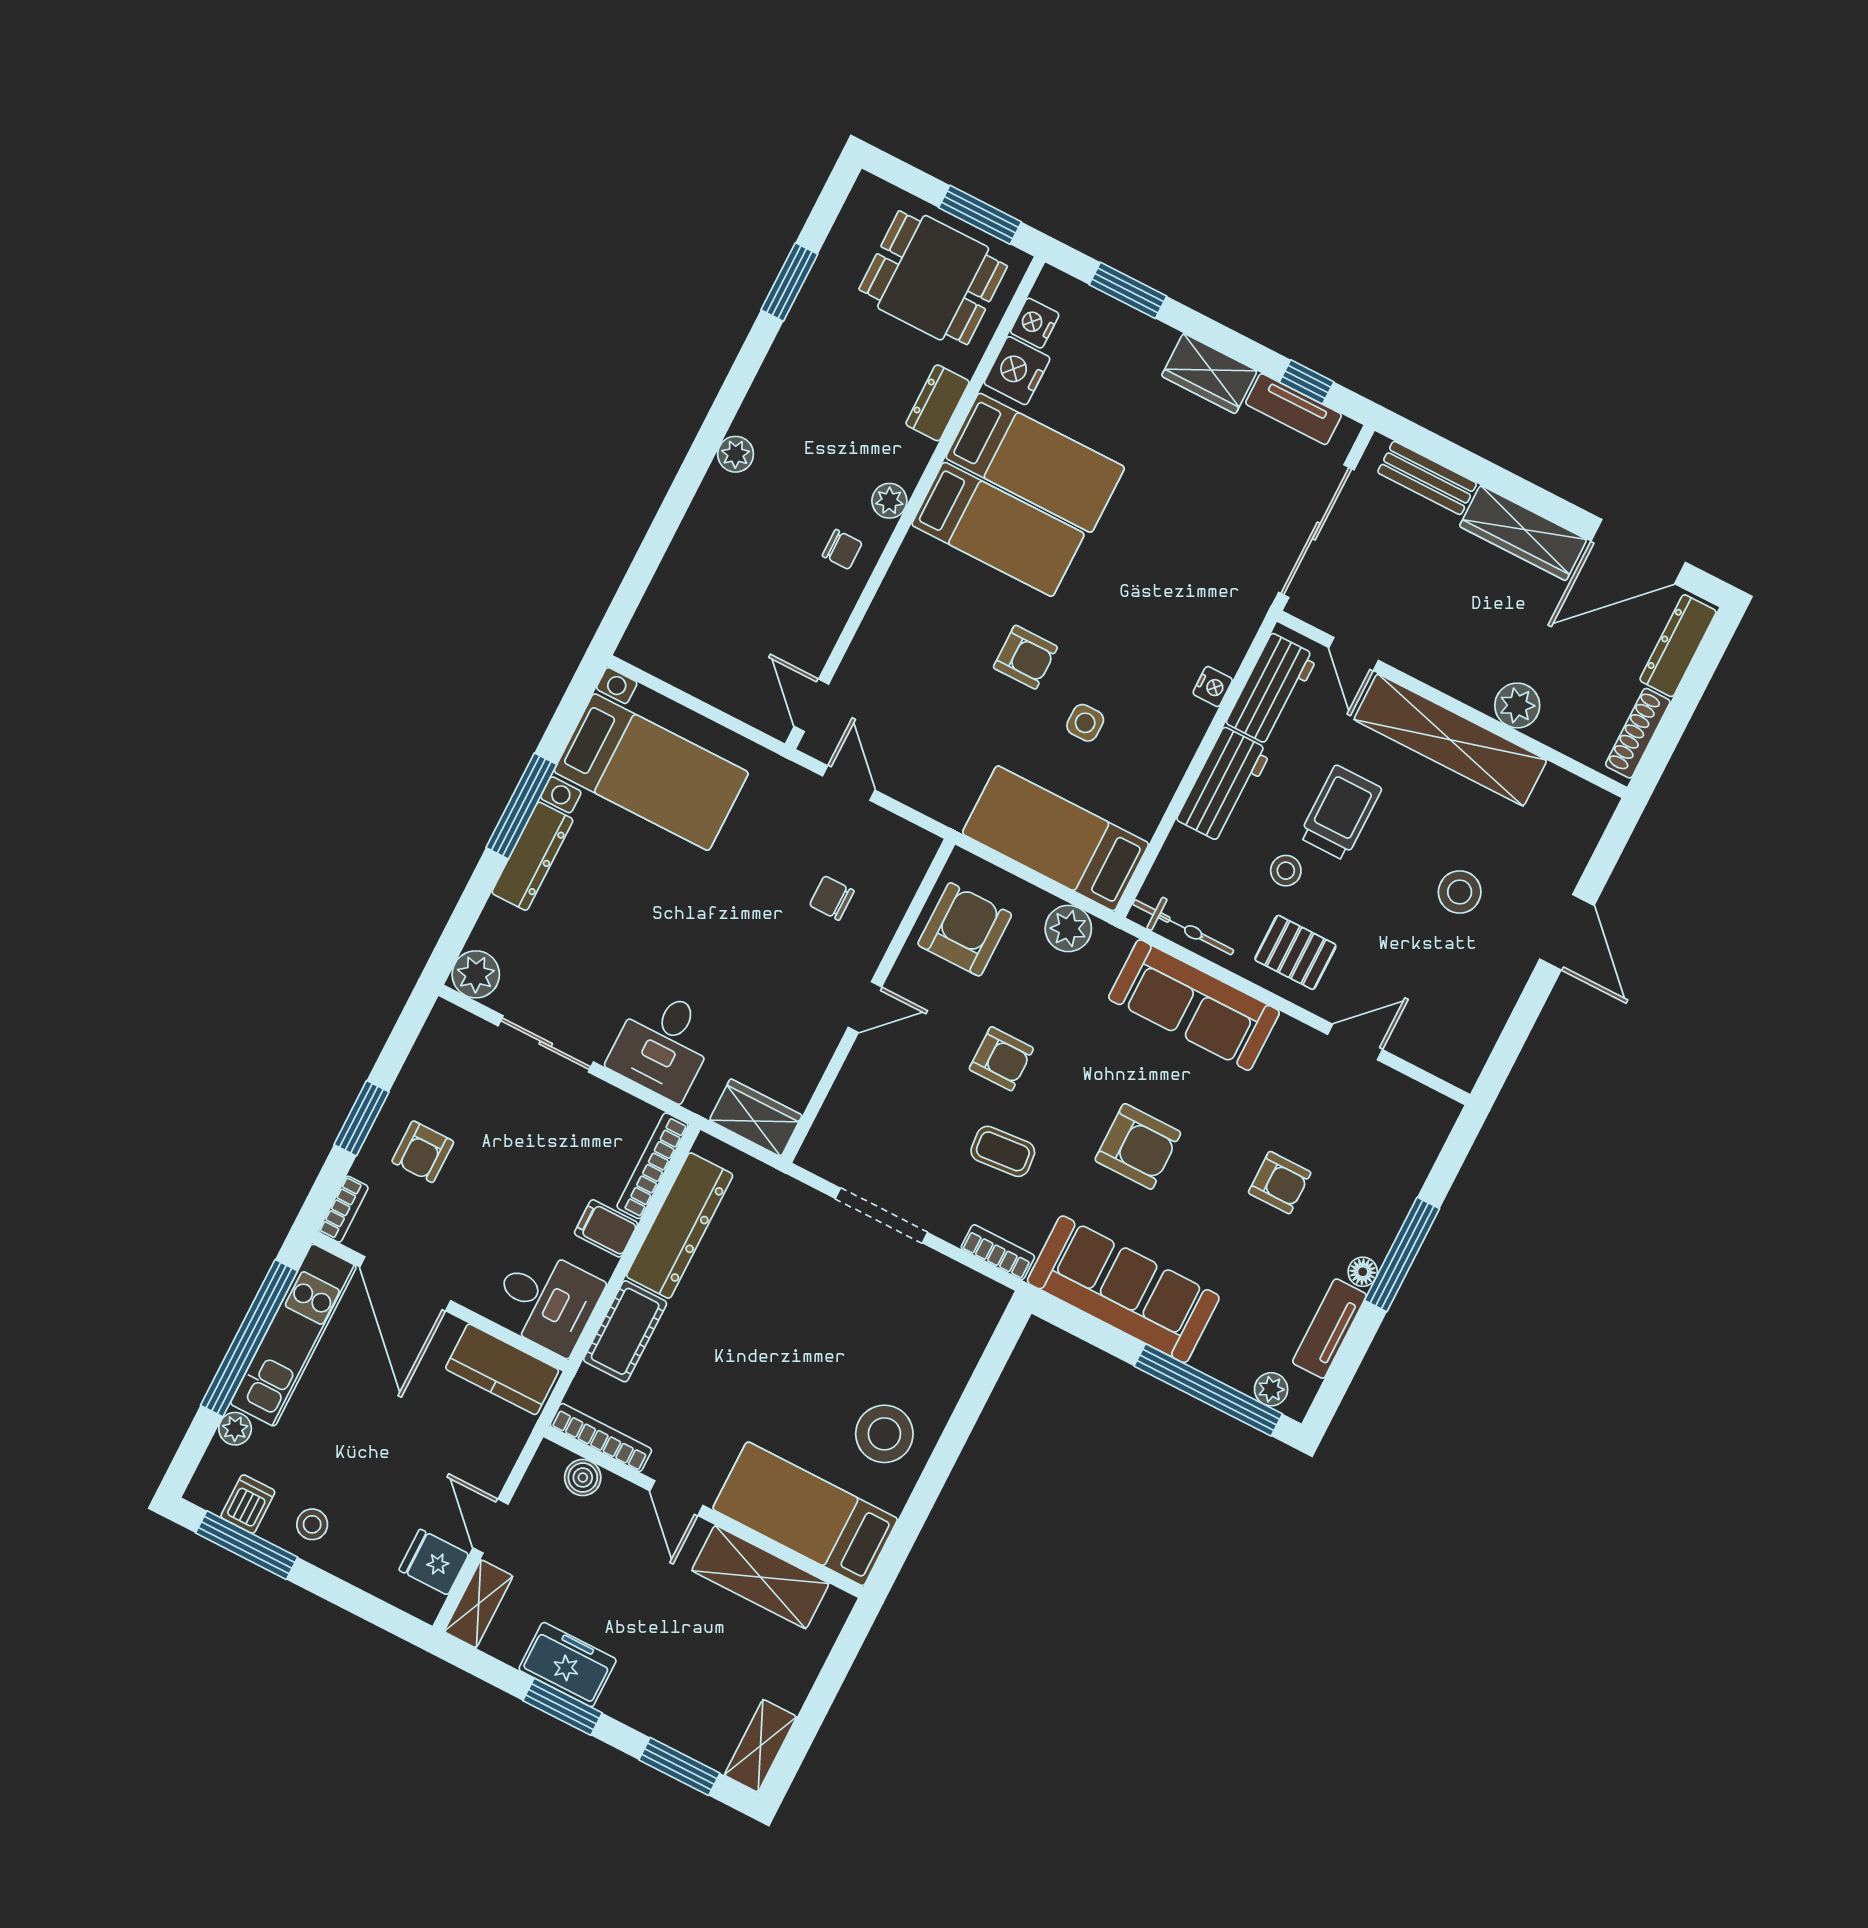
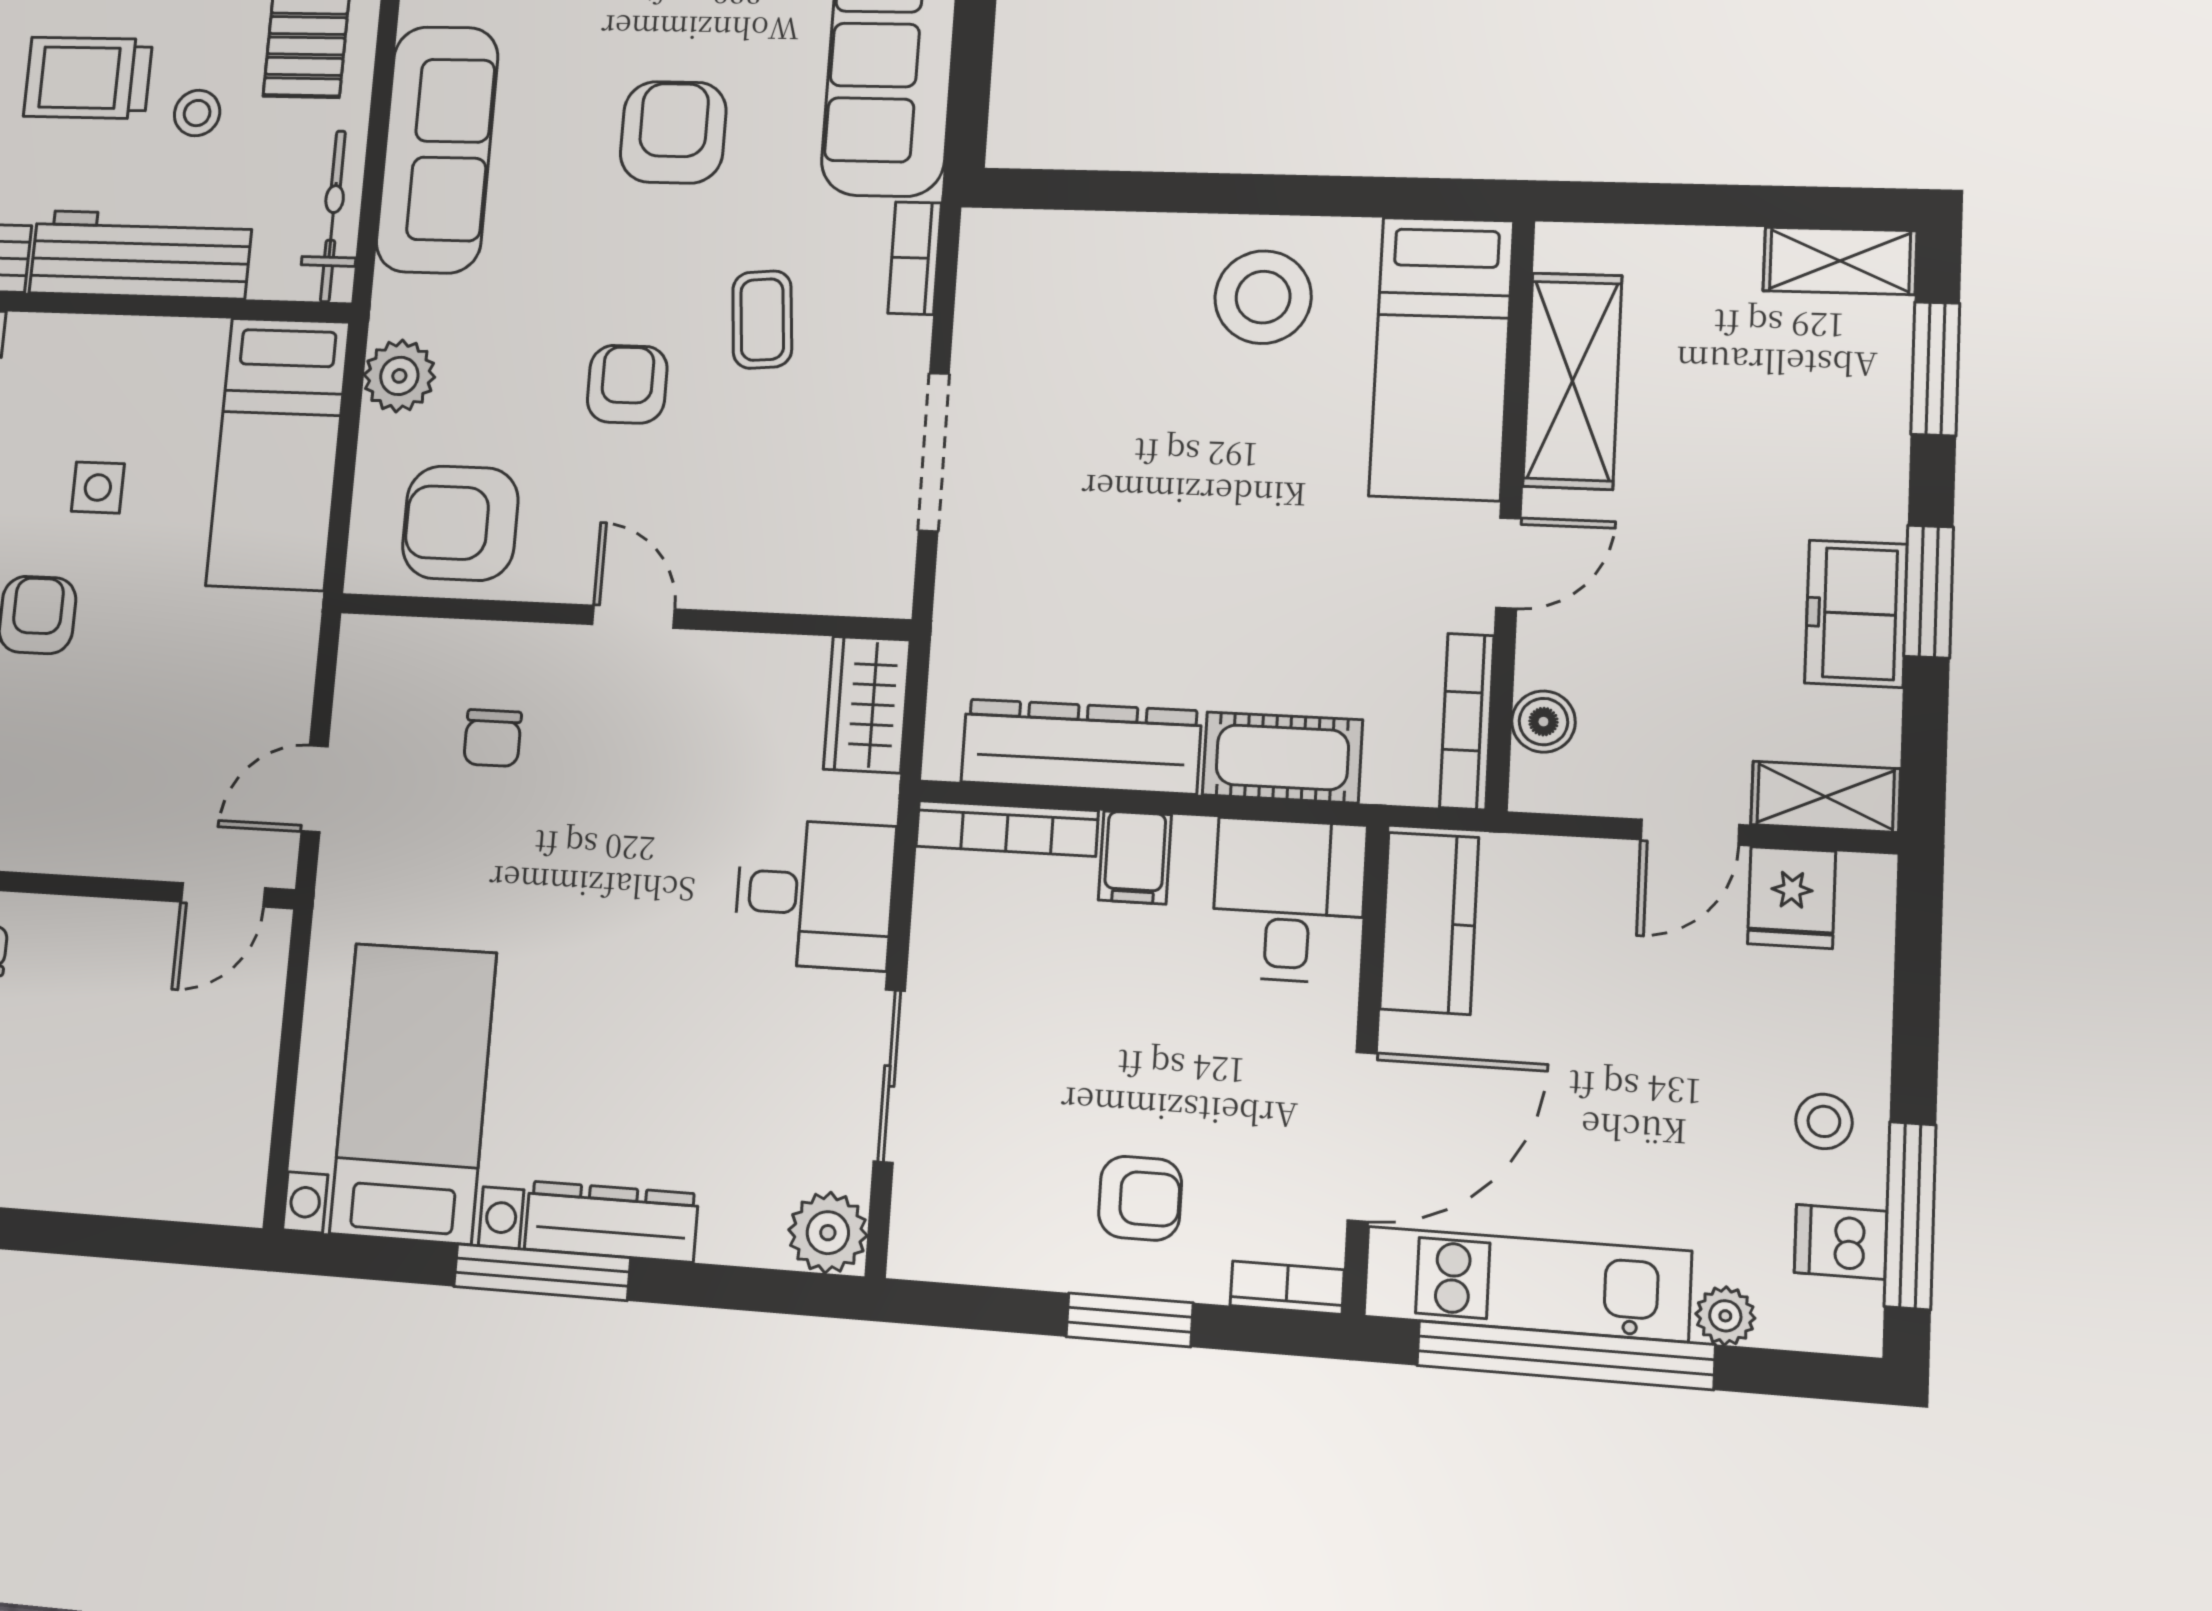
workbench: (1224, 785) -> (141, 255), width x1.38

